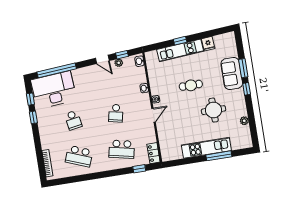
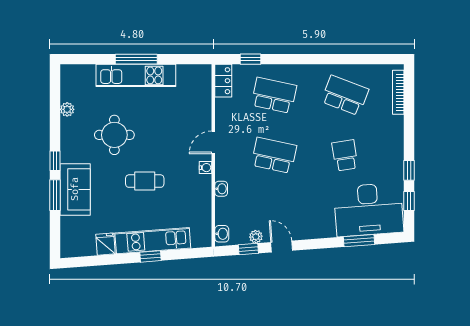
window: (57, 70) -> (359, 241), width x0.47
school desk: (116, 113) -> (274, 155), width x1.85
window: (219, 156) -> (136, 59), moved

